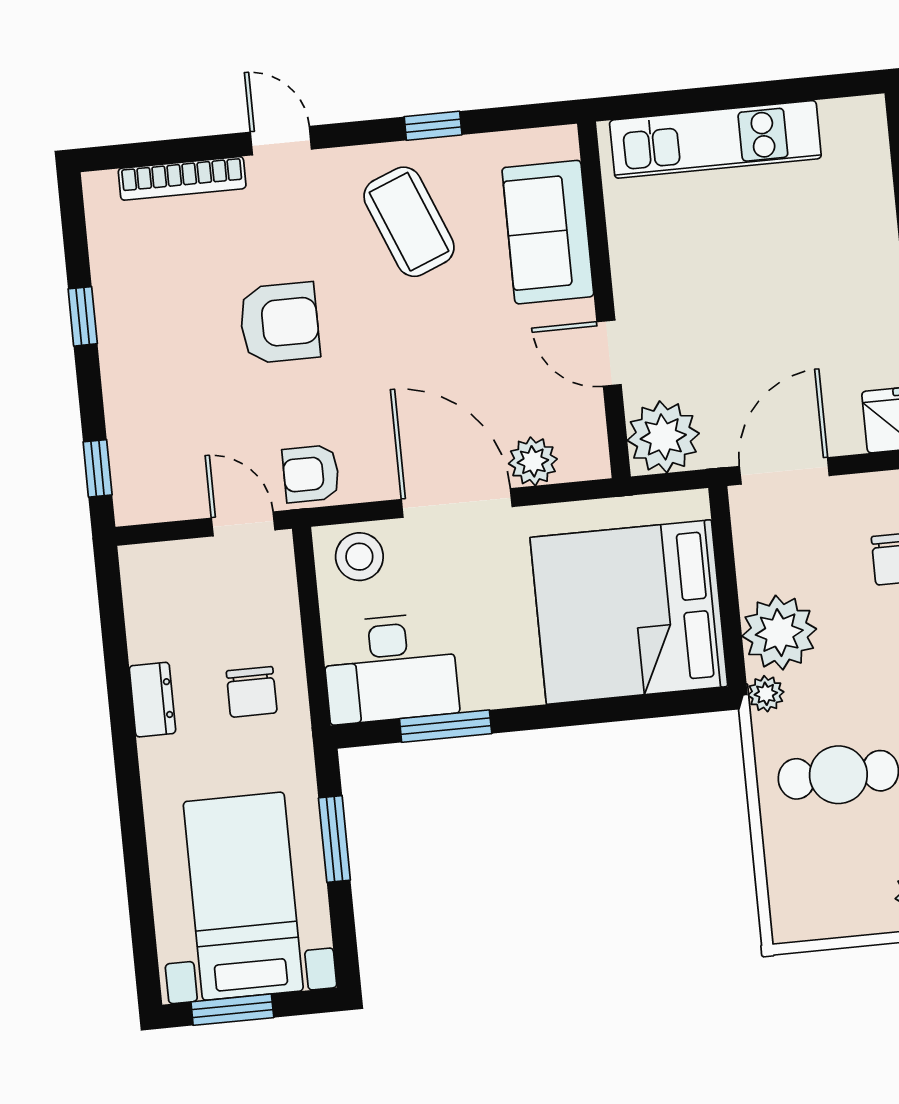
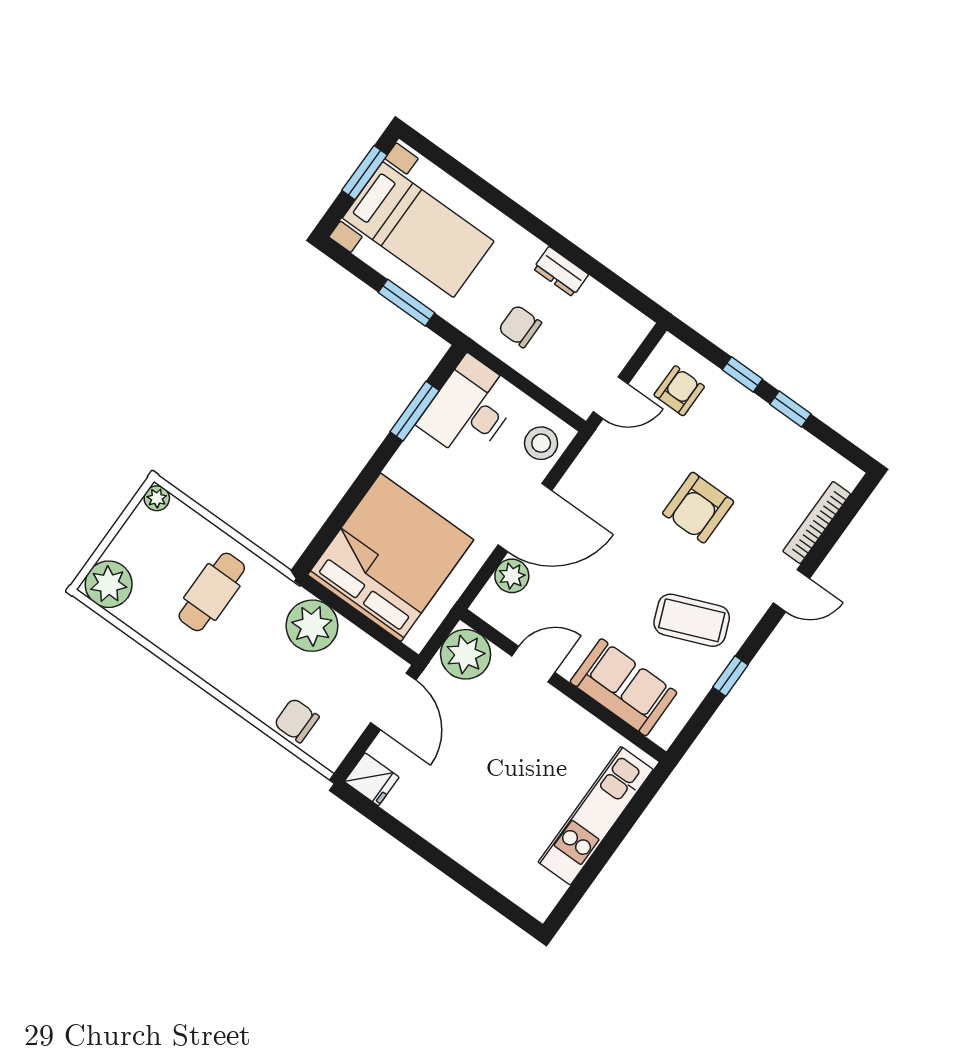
window: (98, 468) -> (742, 374), moved
armchair: (311, 474) -> (679, 391), moved
plant: (766, 694) -> (157, 498), moved

